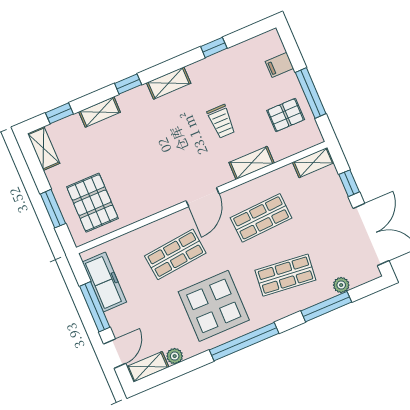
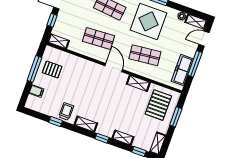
trolley: (221, 121) -> (66, 111), moved
shelving: (252, 163) -> (138, 83), moved
door: (203, 197) -> (114, 68), hinge flipped

